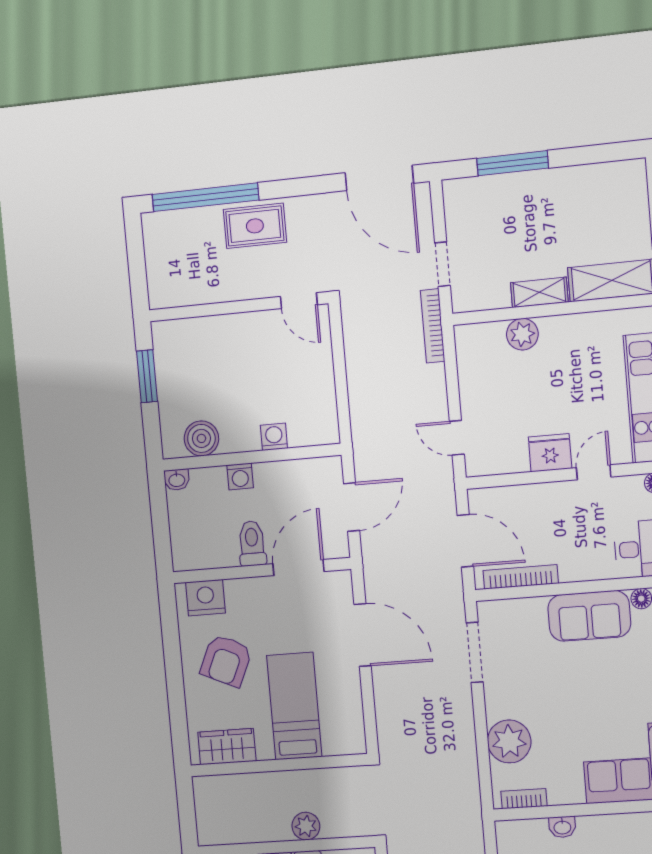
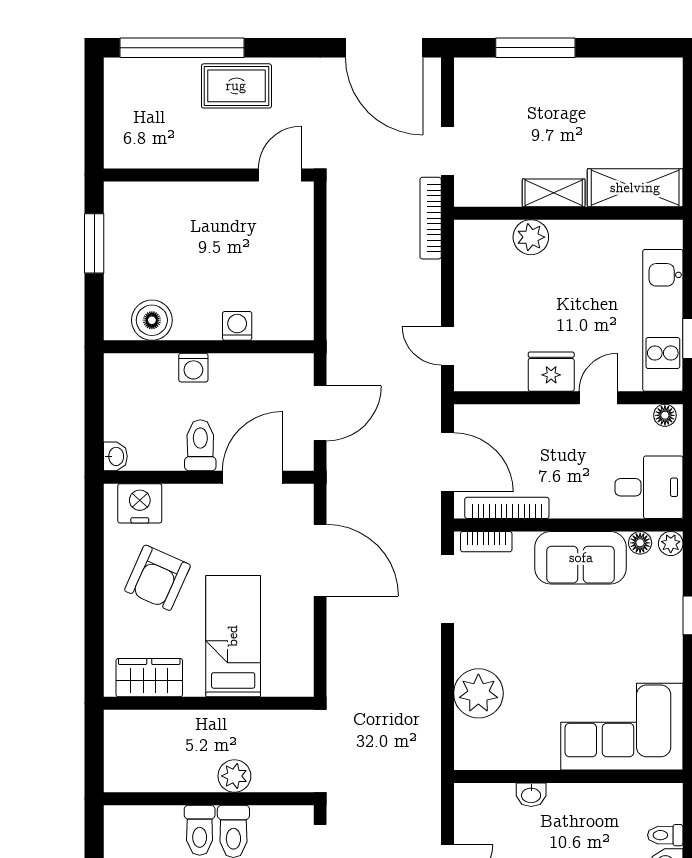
door: (299, 301) -> (280, 175), swing flipped
washbasin: (177, 480) -> (115, 456), moved, turned -90
bookcase: (524, 799) -> (486, 542), moved, turned 180

